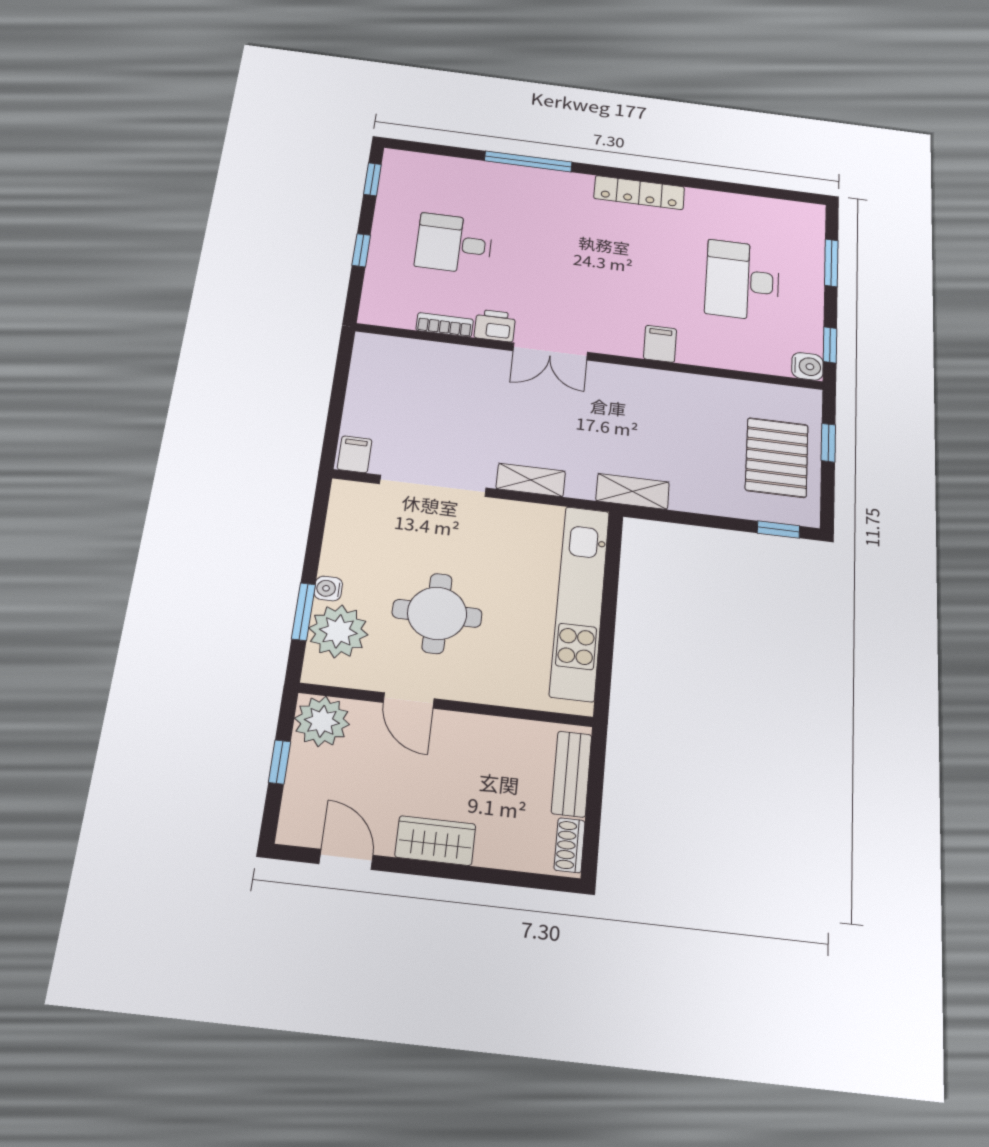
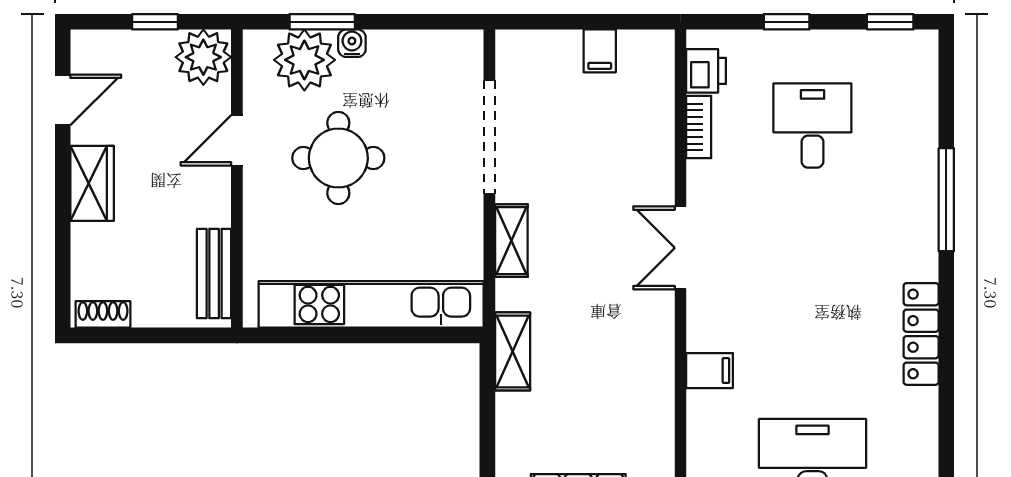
printer: (495, 326) -> (706, 71), moved
filing cabinet: (355, 454) -> (600, 51), moved, turned 90
bench: (572, 774) -> (214, 273), moved, turned 90

